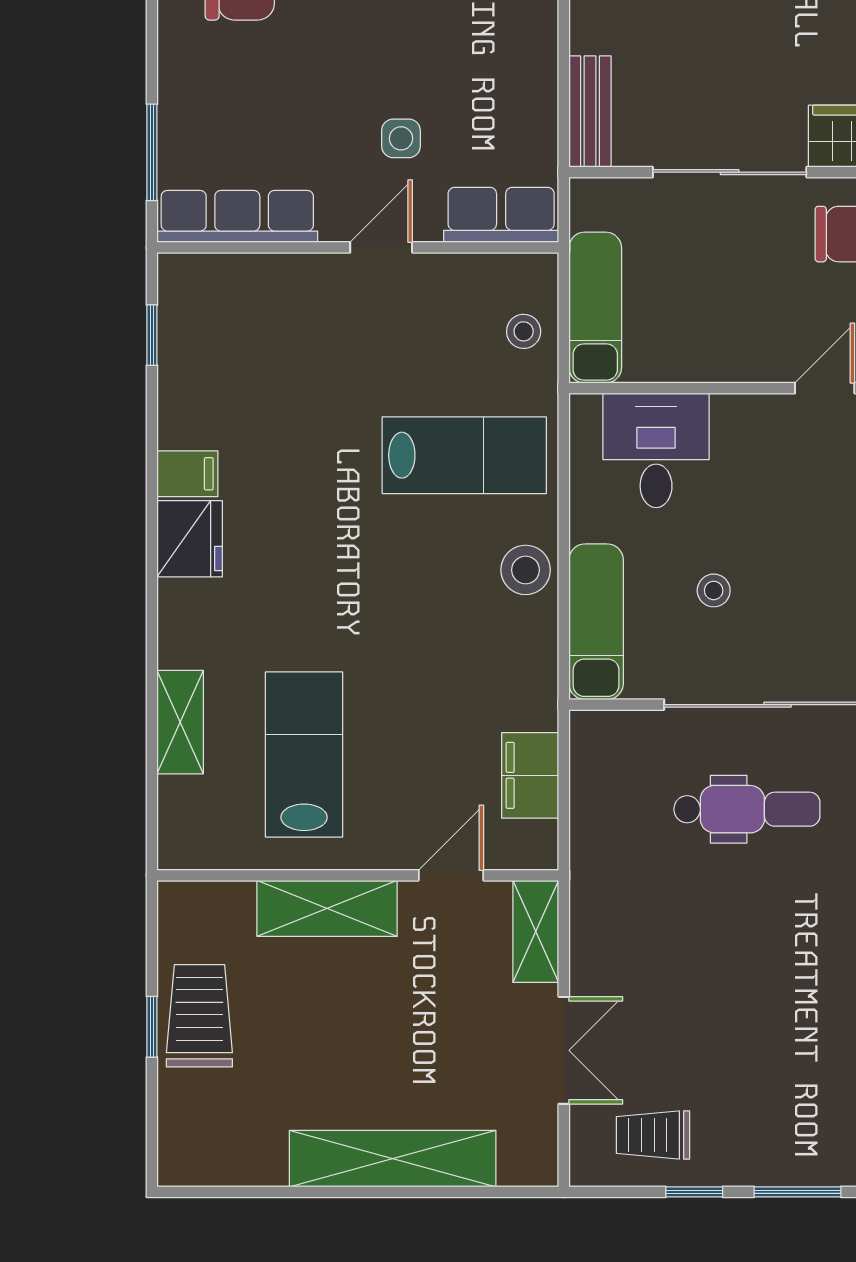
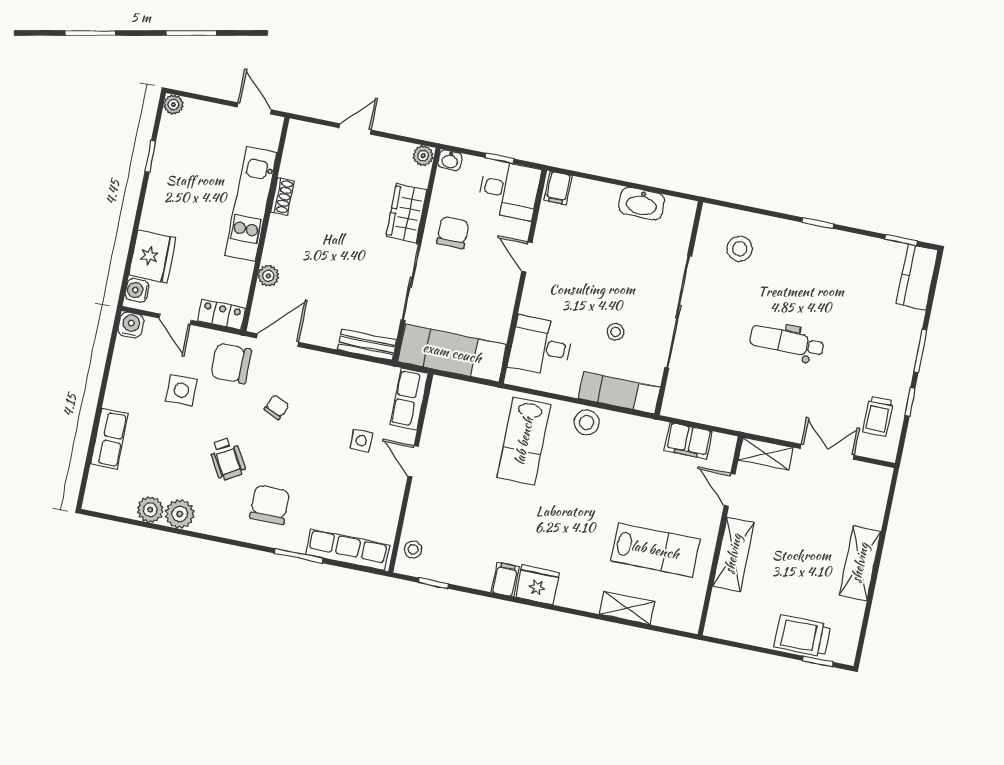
window: (152, 152) -> (299, 556), moved
row of seats: (237, 216) -> (347, 550), moved, turned 90
exam couch: (595, 308) -> (452, 353), width x1.36, depth x1.45
stool: (524, 331) -> (413, 549), moved
lab bench: (464, 455) -> (524, 441), turned 180
lab bench: (304, 755) -> (655, 550), turned 180
dental chair: (747, 809) -> (787, 342), moved, turned -90
trolley: (199, 1016) -> (802, 636), moved
window: (152, 1027) -> (818, 661), moved
shelving: (393, 1159) -> (860, 563), width x0.68

